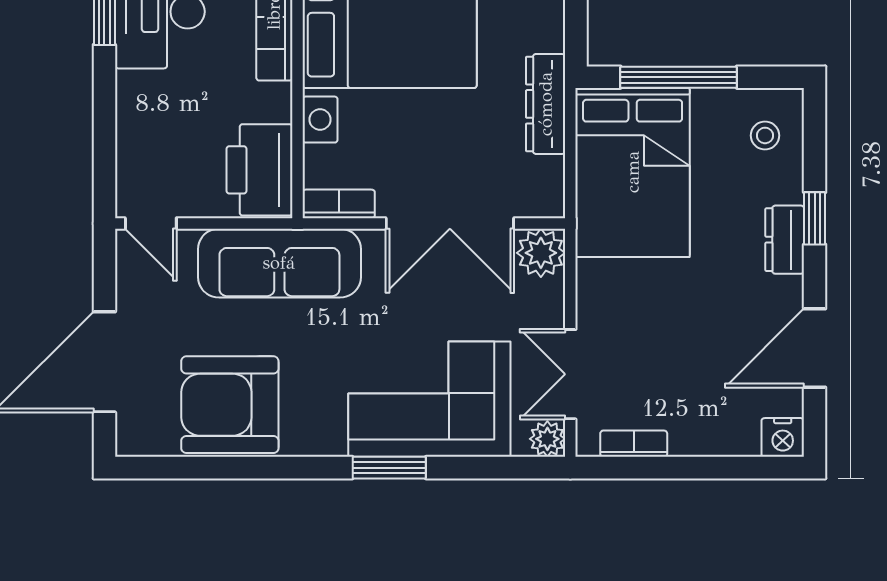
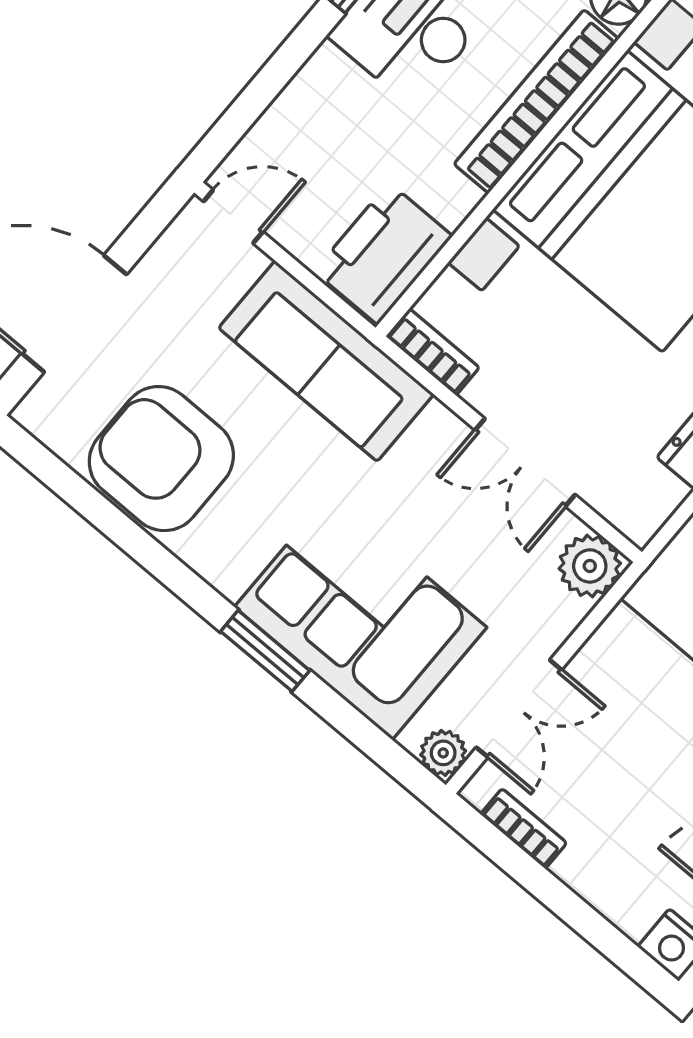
door: (151, 223) -> (233, 217), swing flipped
double door: (450, 223) -> (525, 462), width x0.73
double door: (570, 374) -> (519, 709), swing flipped

